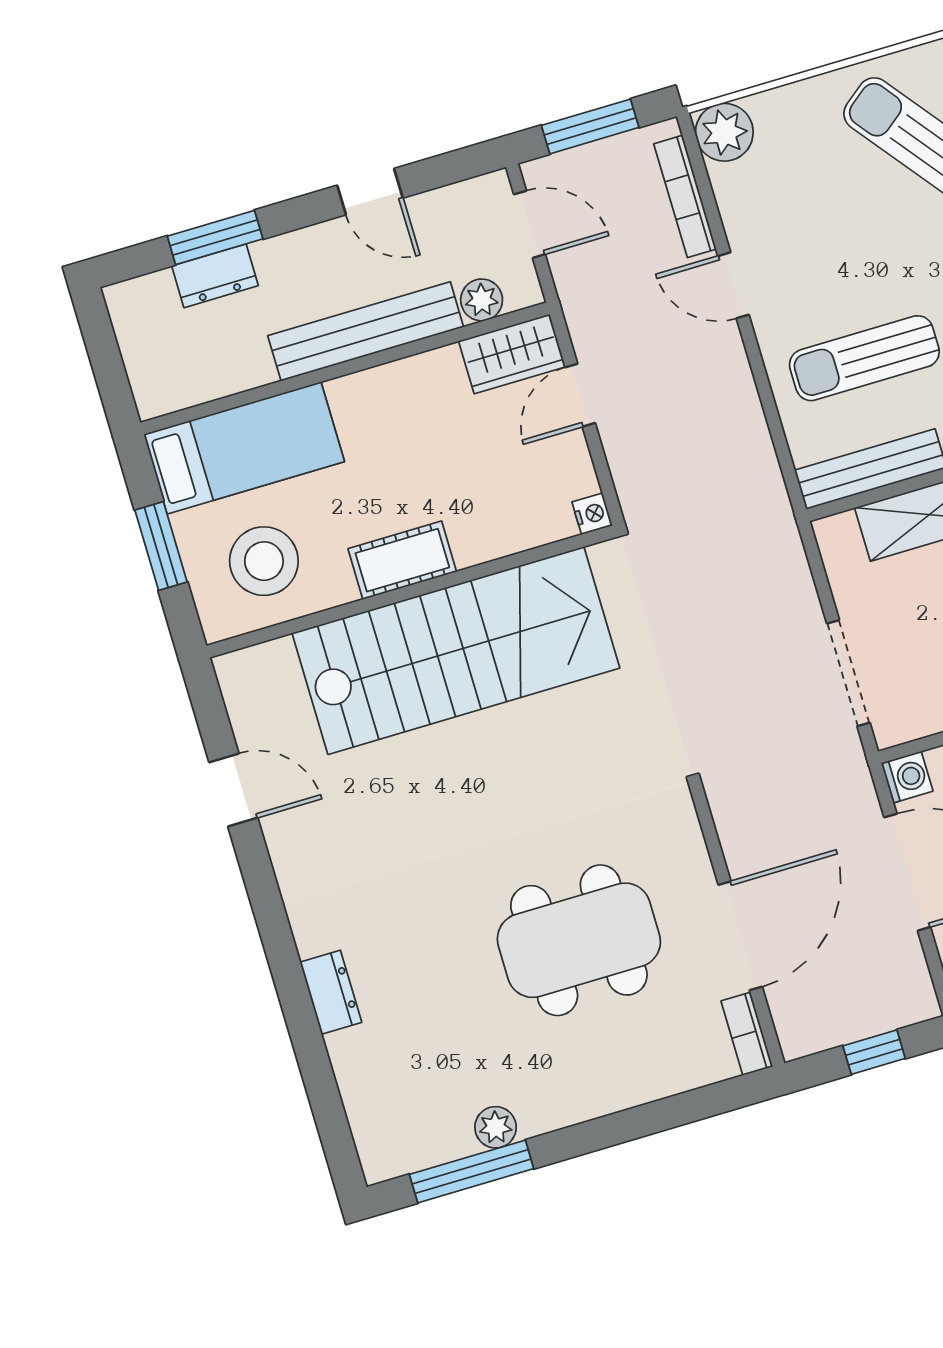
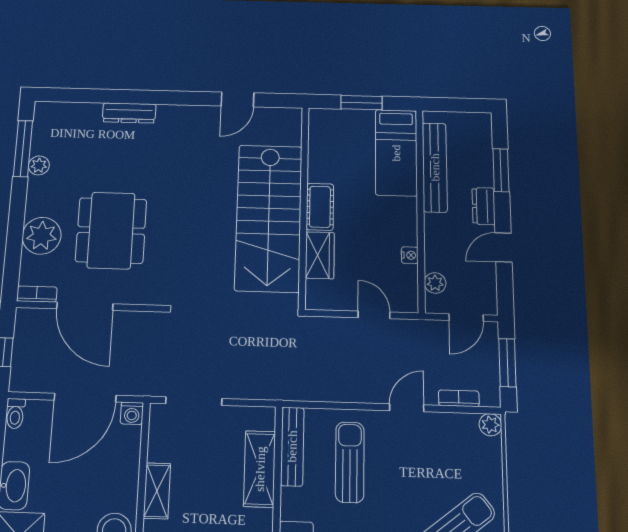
plant: (724, 132) -> (490, 425), width x0.73, depth x0.73
bookcase: (685, 196) -> (459, 398), width x0.64
dresser: (215, 276) -> (484, 206), moved
bench: (366, 331) -> (435, 167), moved
wardrobe: (512, 354) -> (320, 255), moved, turned 180
nightstand: (592, 514) -> (410, 255), moved, turned -90
stool: (264, 561) -> (340, 145), removed
dresser: (331, 992) -> (129, 113), width x1.44
plant: (633, 1068) -> (42, 236), added

